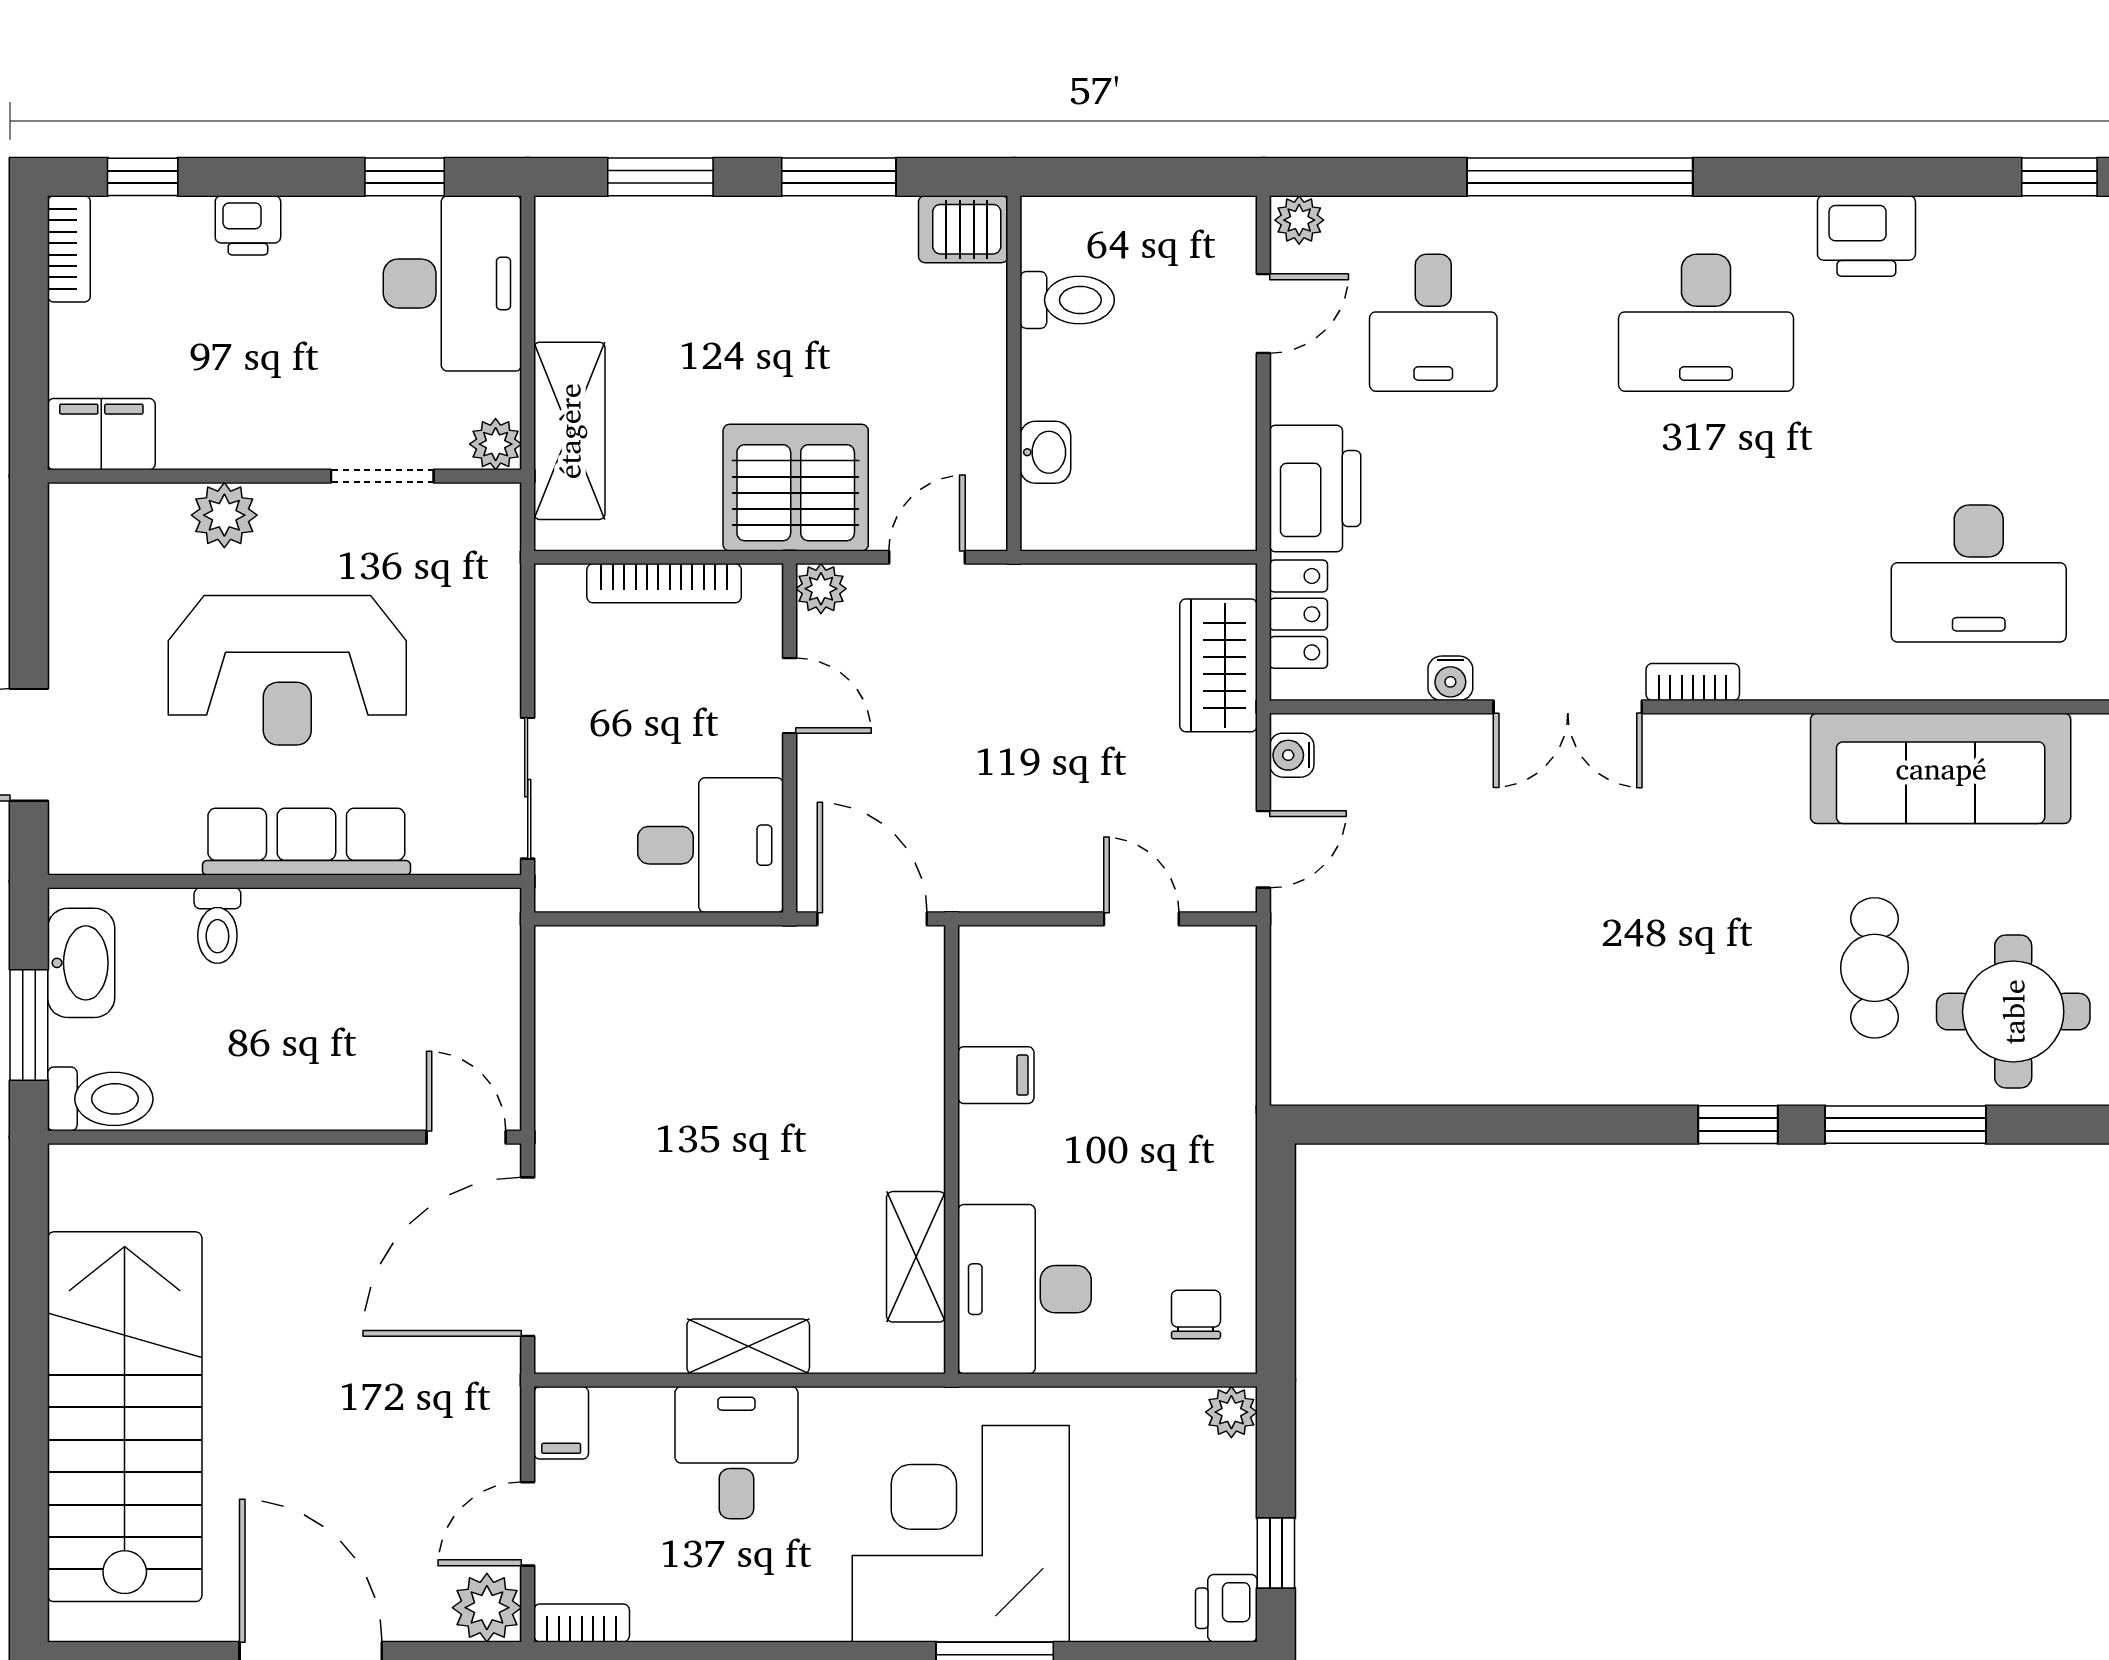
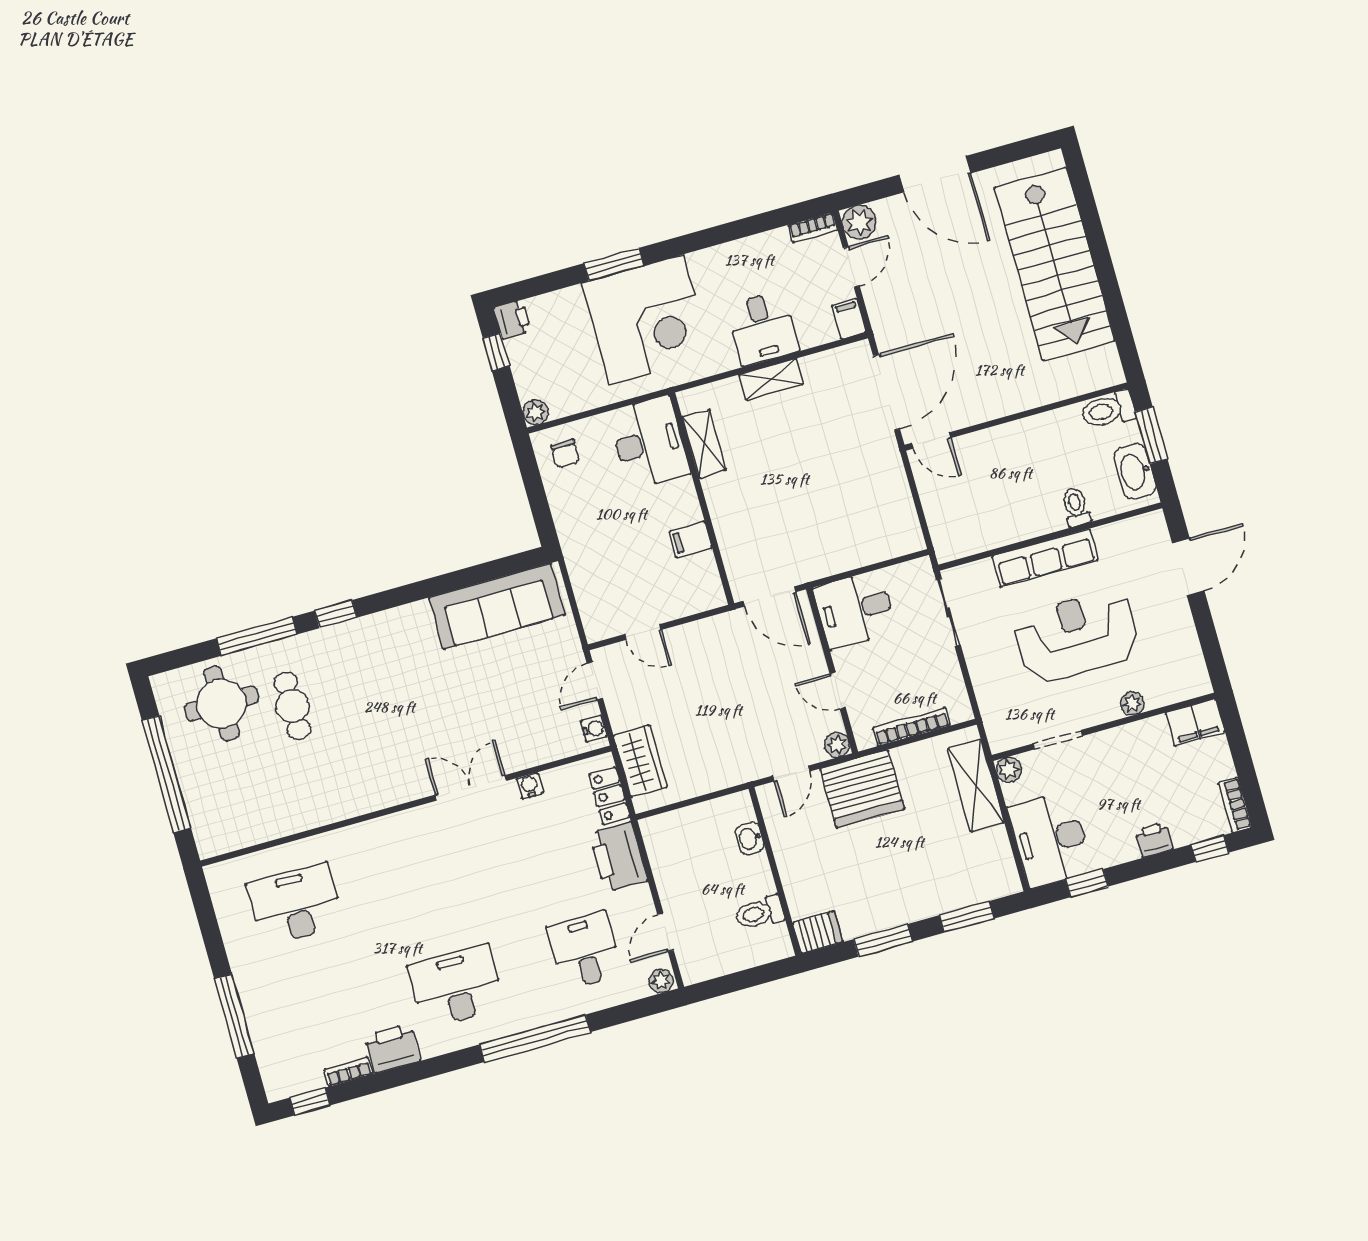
plant: (224, 515) -> (1132, 704), width x0.73, depth x0.73
bookcase: (1693, 682) -> (348, 1072), moved, turned 180
sofa: (1941, 768) -> (497, 606), moved, turned 180

